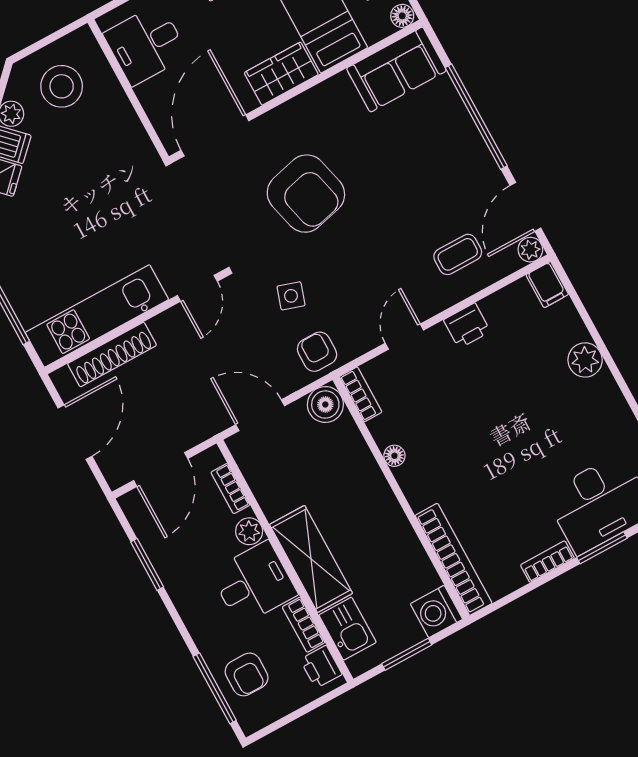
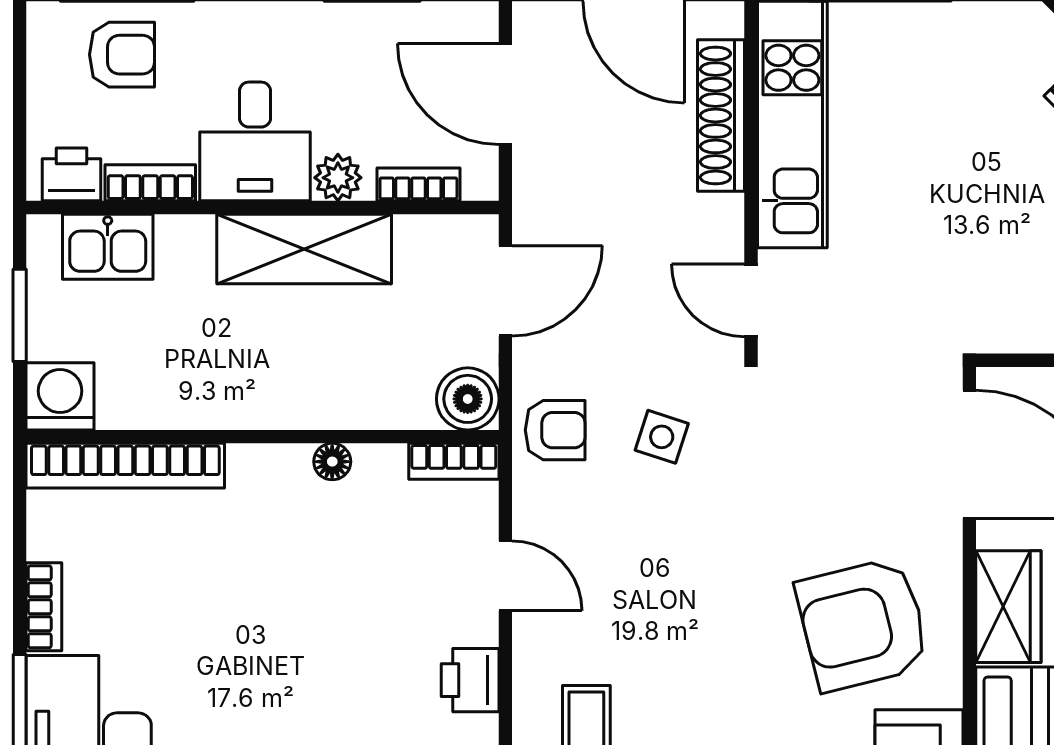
armchair: (306, 194) -> (863, 624), moved
shelving: (311, 559) -> (304, 249), moved
armchair: (247, 674) -> (122, 55), turned 180

